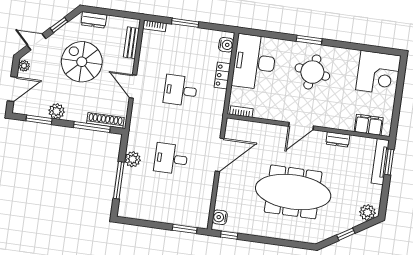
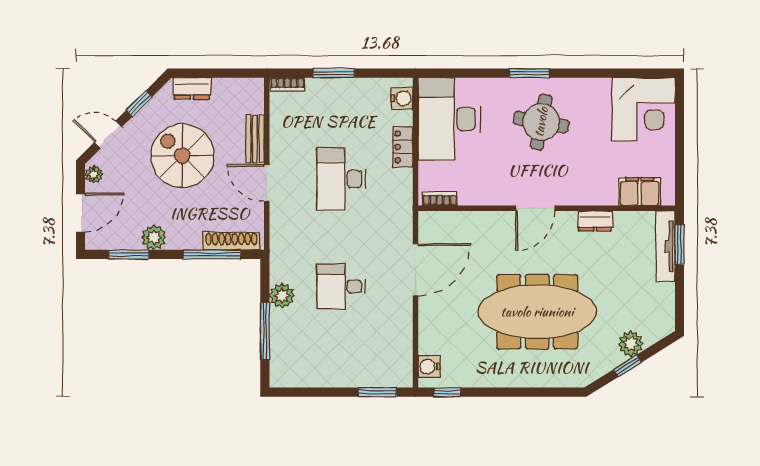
bench: (131, 43) -> (255, 139), moved
desk: (180, 90) -> (341, 179), width x1.37
plant: (367, 213) -> (631, 344), moved

